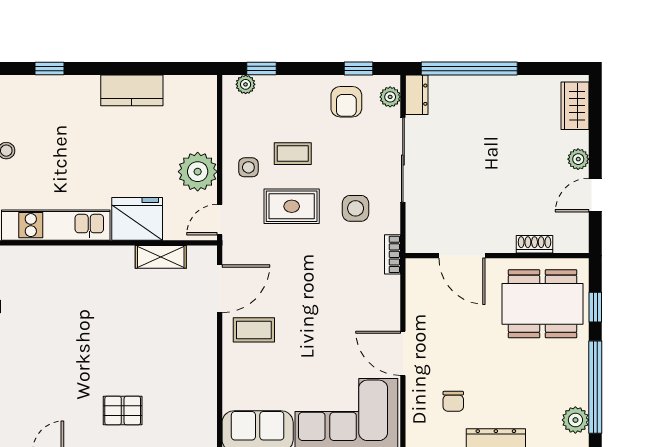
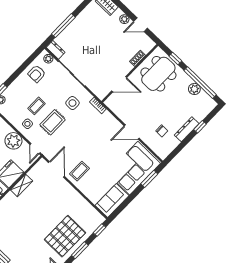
window: (358, 68) -> (30, 60), removed
window: (469, 68) -> (63, 26), width x0.68
armchair: (346, 102) -> (37, 74), turned 90
door: (595, 195) -> (141, 25), hinge flipped
shelving: (161, 257) -> (22, 185), moved
pallet: (123, 411) -> (65, 236), width x2.05, depth x2.00
plant: (575, 420) -> (194, 89), moved

